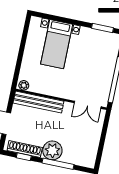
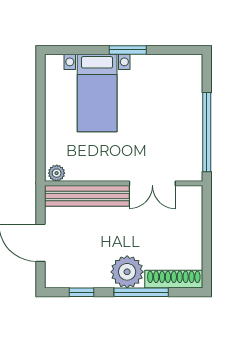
window: (103, 28) -> (128, 50), moved
double door: (88, 105) -> (152, 183), moved
shoe rack: (25, 149) -> (174, 279), moved

